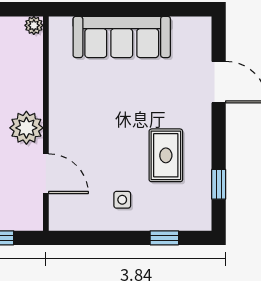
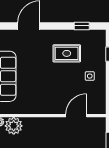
plant: (26, 128) -> (14, 126), moved

